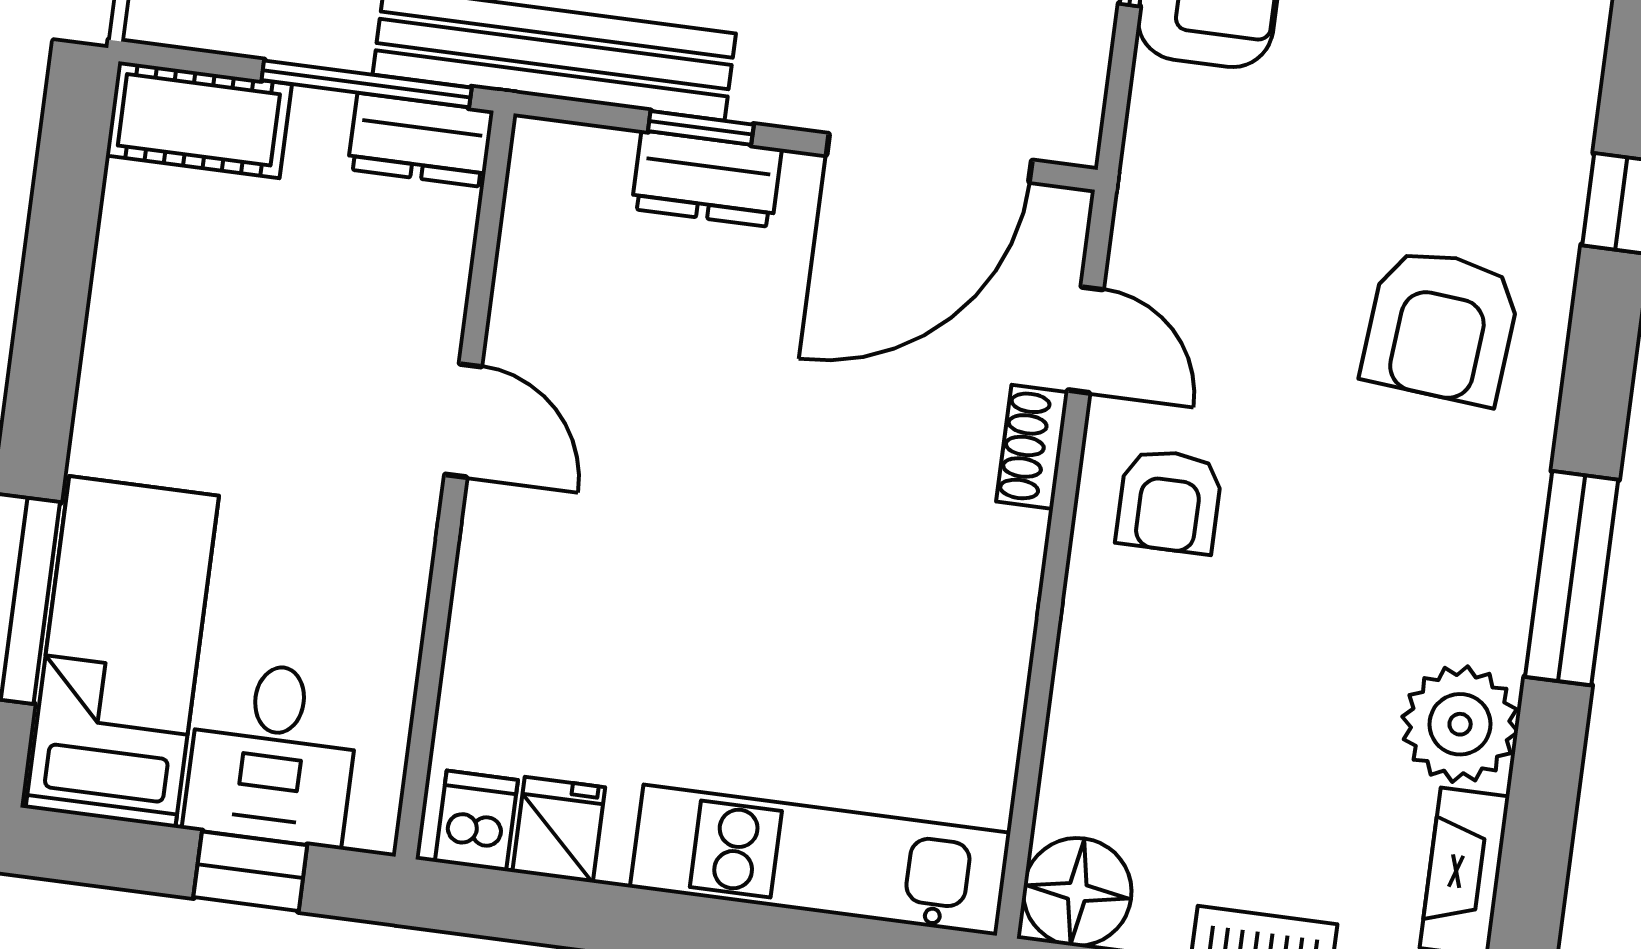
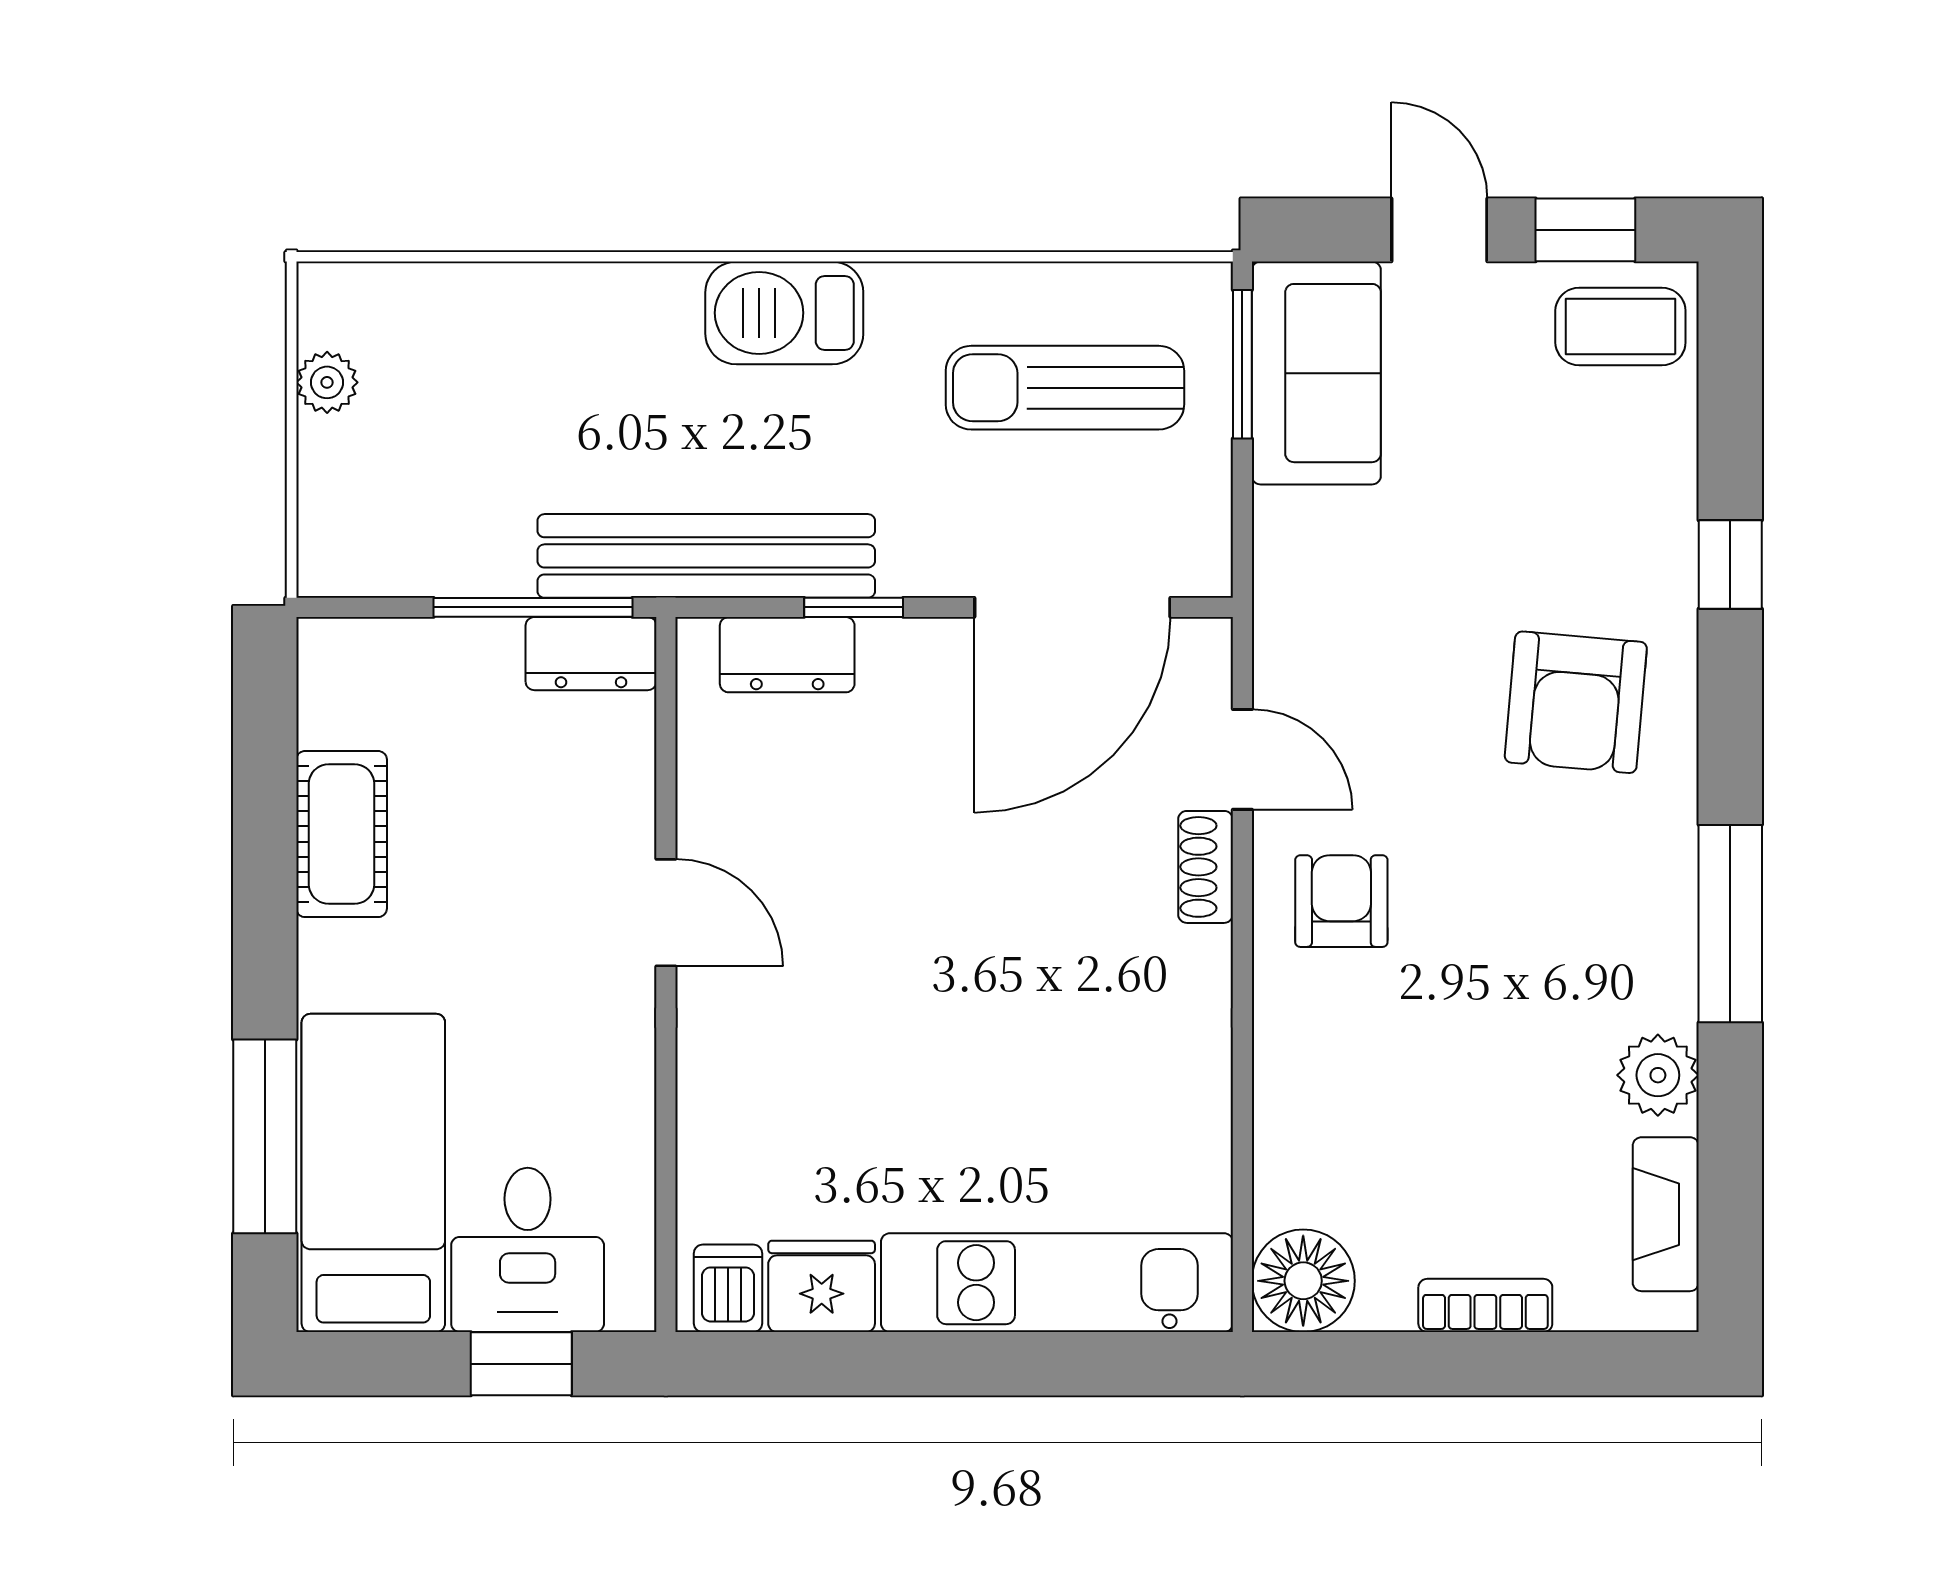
cot: (199, 120) -> (342, 834), moved, turned 90
dresser: (707, 179) -> (787, 655), moved
armchair: (1169, 501) -> (1341, 901), turned 180
plant: (1460, 724) -> (1658, 1075), width x0.73, depth x0.73
fridge: (559, 830) -> (822, 1286), width x1.38

